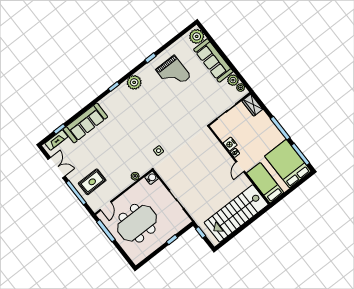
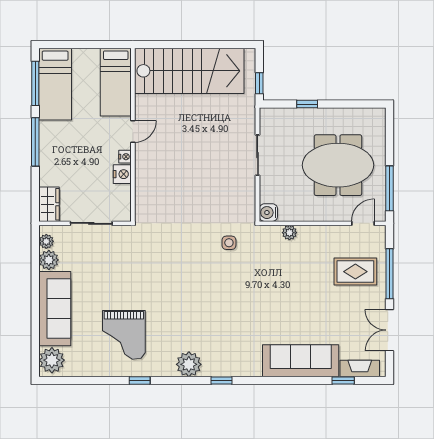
grand piano: (173, 73) -> (124, 335), turned 180
bed: (288, 164) -> (55, 84), width x0.67

